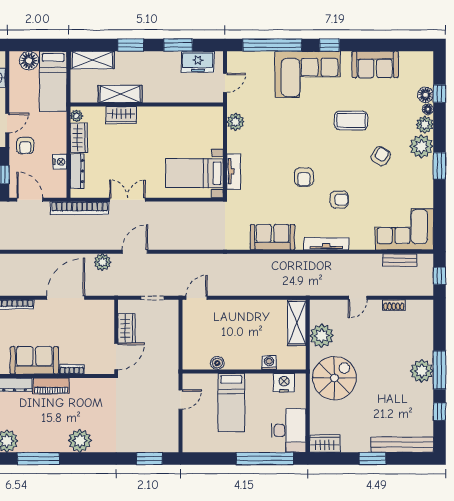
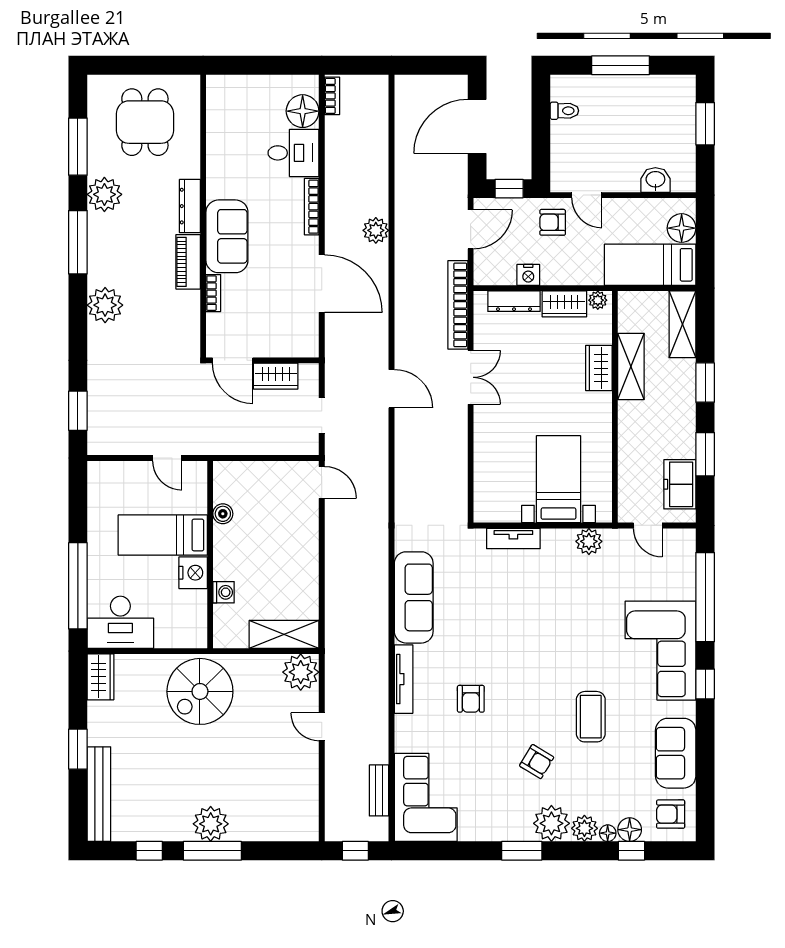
bed with nightstands: (194, 173) -> (558, 479), moved
armchair: (304, 177) -> (671, 814), moved
sofa: (272, 237) -> (414, 597), width x1.36
plant: (102, 262) -> (376, 230), moved
shoe rack: (394, 305) -> (311, 781), removed
plant: (322, 336) -> (301, 672), moved
spiral stairs: (334, 378) -> (200, 691), turned 90
nightstand: (284, 383) -> (193, 573), moved

